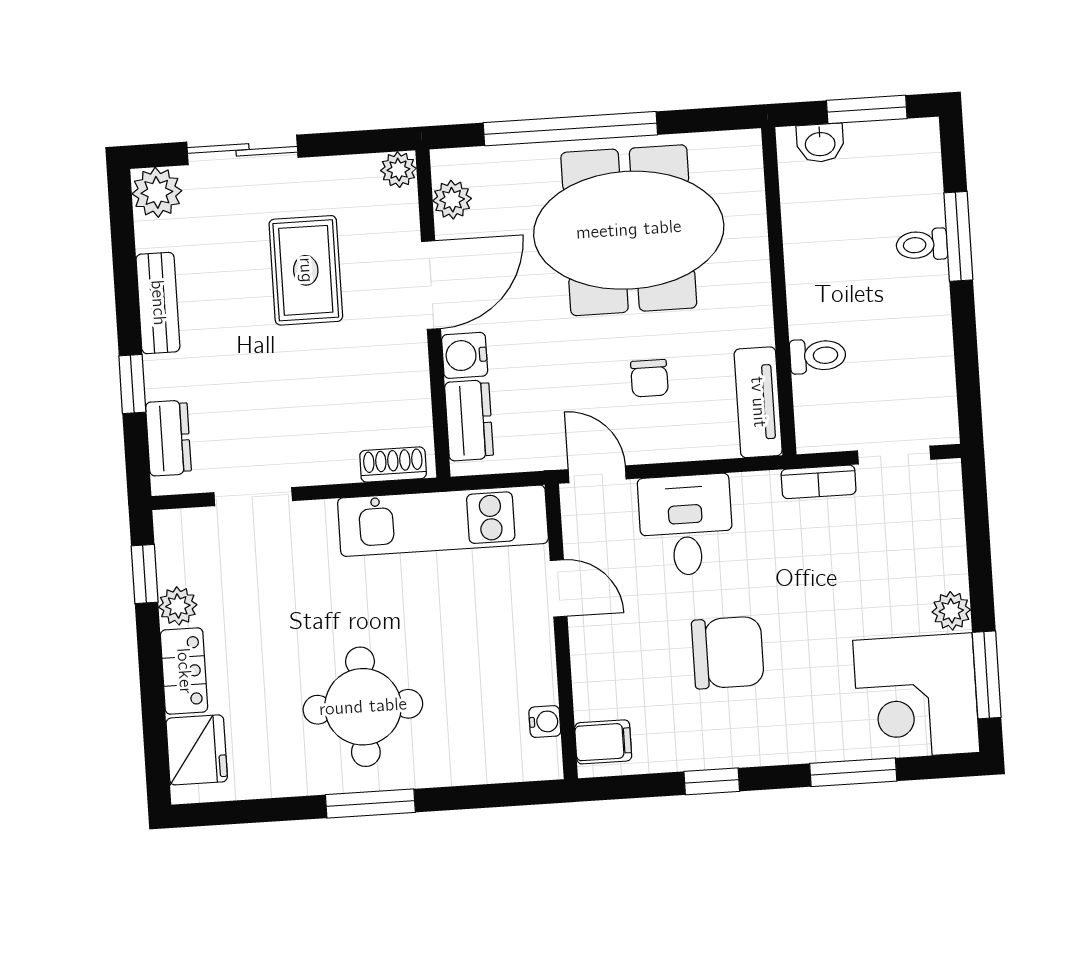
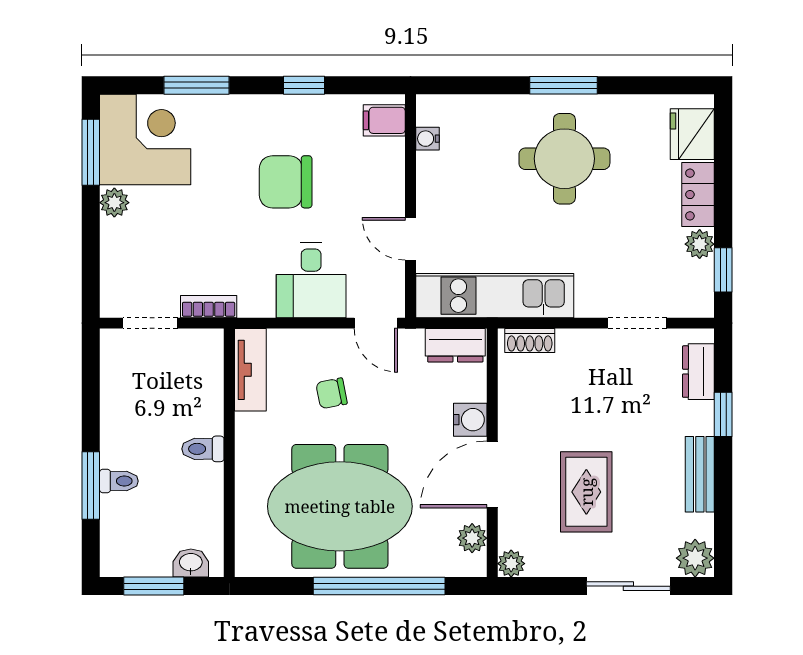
toilet: (818, 356) -> (203, 449), moved
chair: (649, 378) -> (332, 393), turned -101
dresser: (469, 420) -> (455, 345), moved, turned -90

